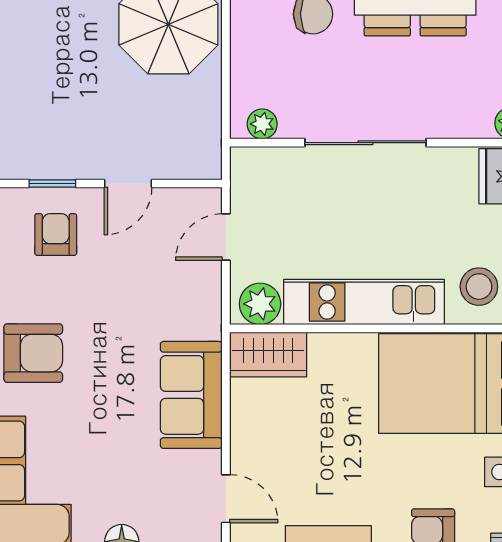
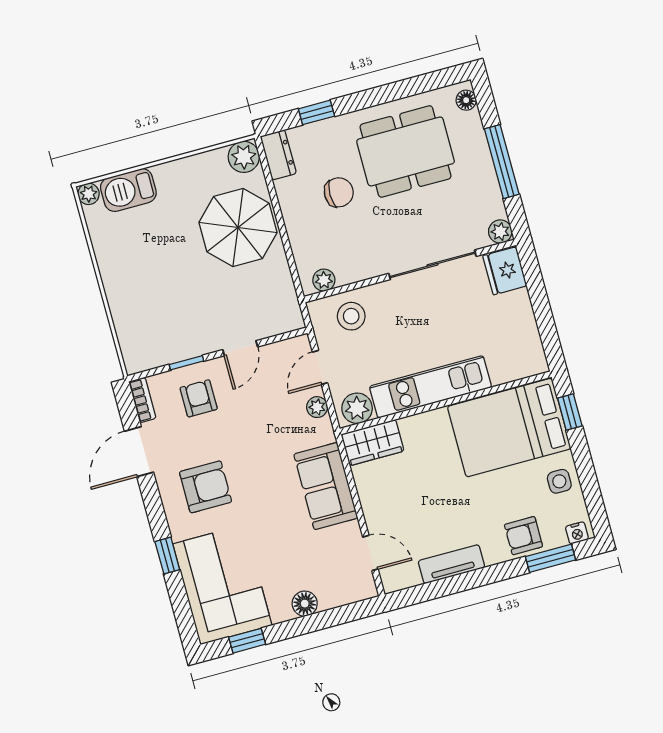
sliding door: (365, 143) -> (432, 265), moved
stool: (479, 287) -> (351, 316), moved
plant: (208, 288) -> (317, 407), added

